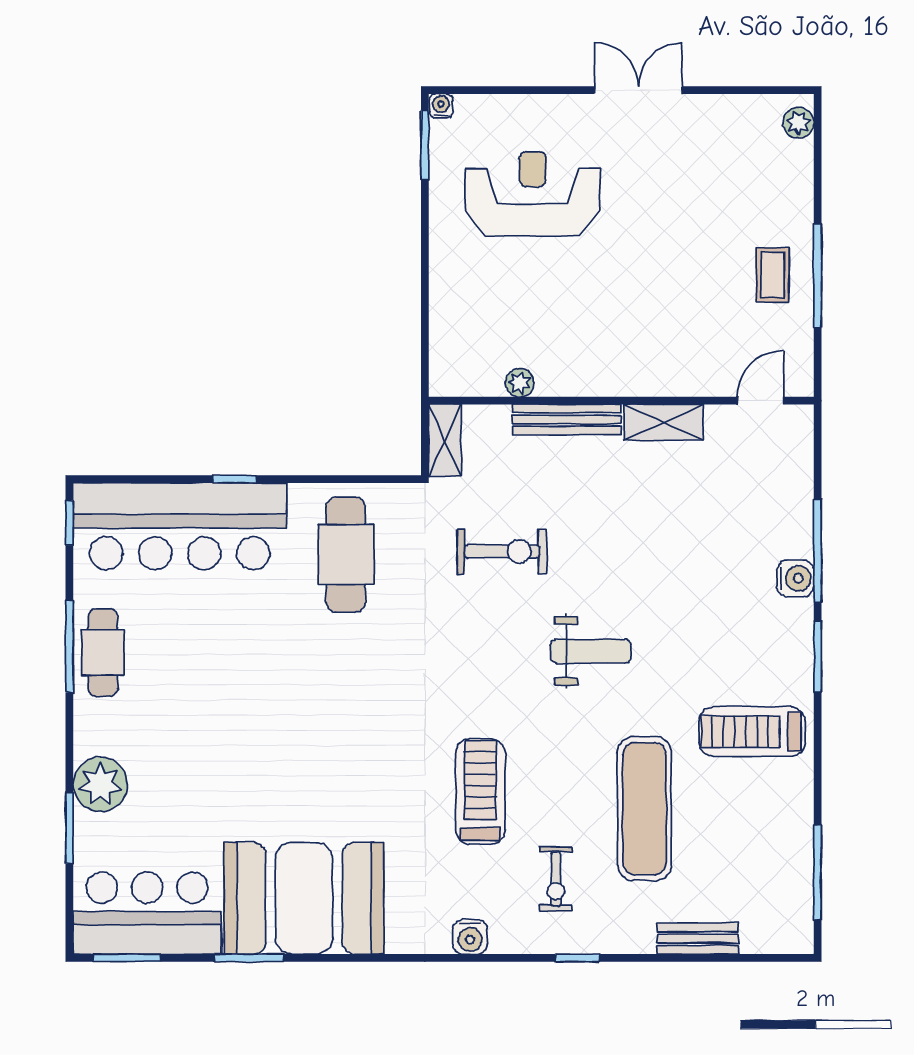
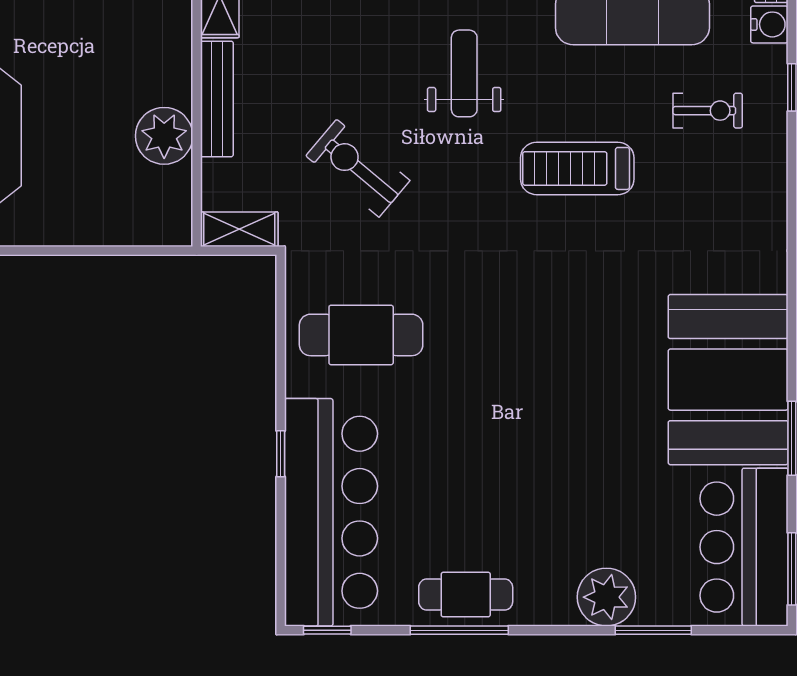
plant: (520, 383) -> (164, 136), width x1.88, depth x1.88
exercise bike: (502, 551) -> (358, 168), turned -50
treadmill: (480, 792) -> (577, 168), moved
water cooler: (470, 937) -> (769, 24), moved

